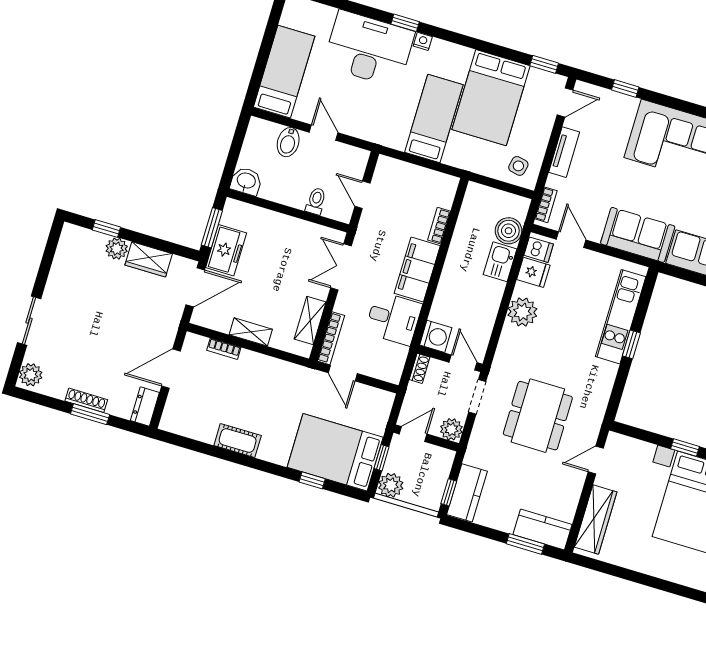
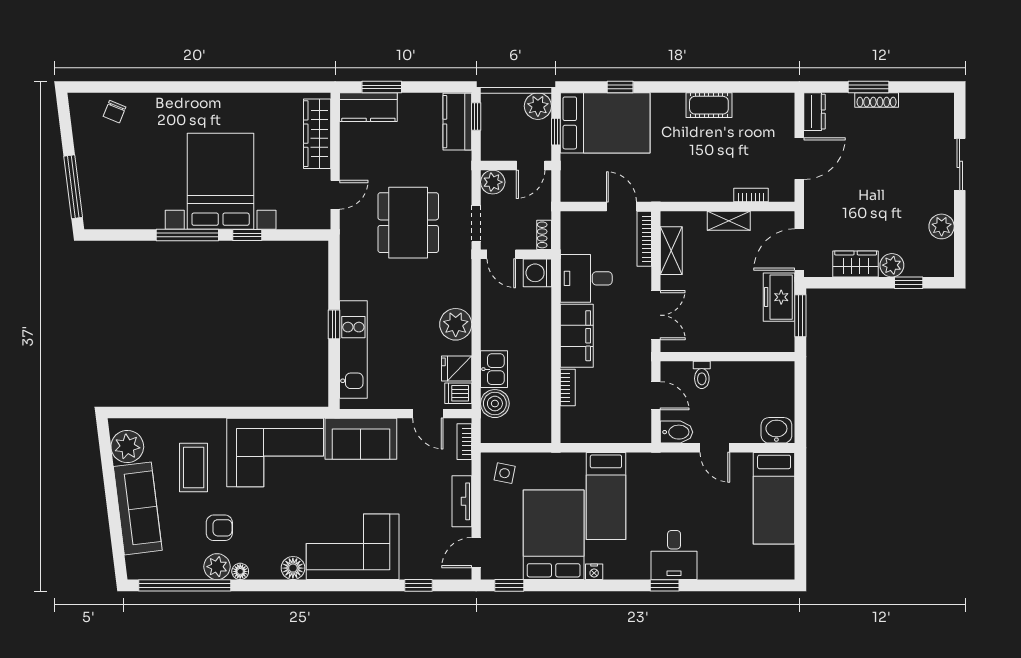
nightstand: (423, 41) -> (594, 572), moved
desk: (369, 49) -> (674, 555), width x0.53, depth x0.77
bidet: (288, 142) -> (677, 432), moved, turned 90
washbasin: (246, 181) -> (776, 430), moved, turned 180
plant: (31, 375) -> (942, 226), moved

